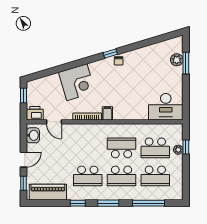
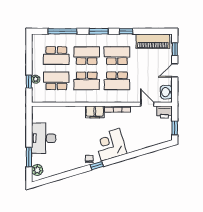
plant: (177, 60) -> (37, 170), moved
corner desk: (77, 82) -> (110, 145), moved
desk: (166, 107) -> (44, 138), moved, turned -90
filing cabinet: (107, 113) -> (95, 112), width x2.00
school desk: (88, 148) -> (117, 81), added
school desk: (155, 176) -> (56, 56), turned 180

